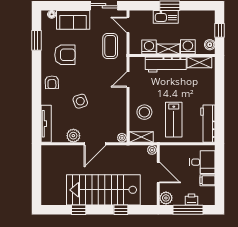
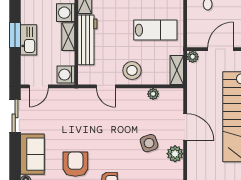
coffee table: (110, 46) -> (65, 108), removed
washing machine: (149, 47) -> (66, 75), moved
side table: (80, 101) -> (149, 143), moved
stool: (144, 112) -> (132, 70), moved
plant: (122, 138) -> (153, 94), moved

